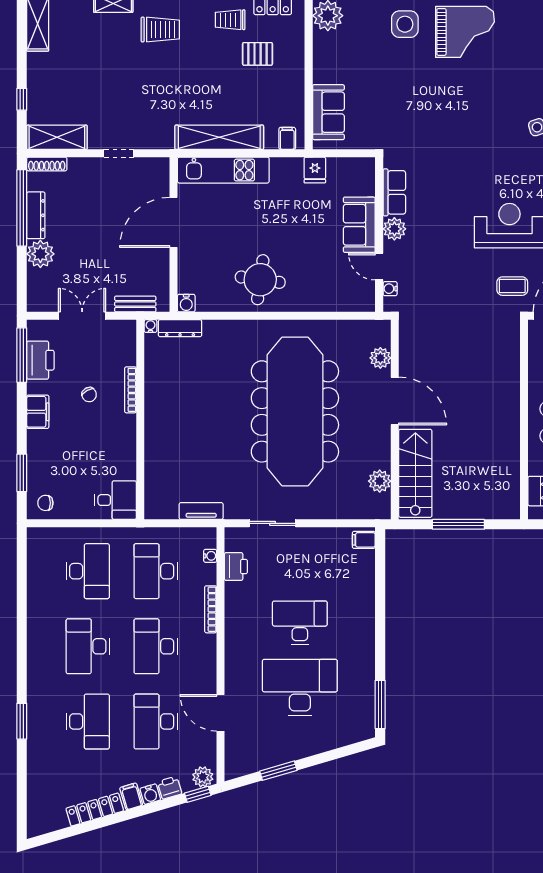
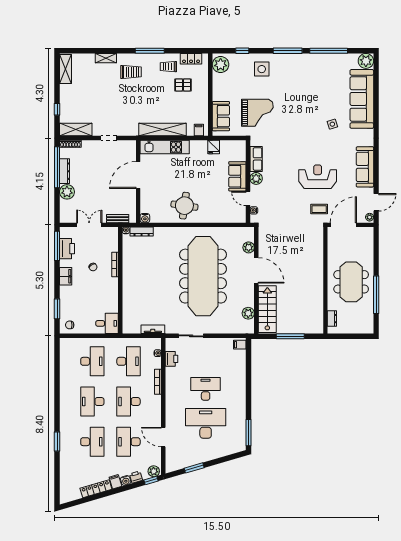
grand piano: (465, 32) -> (257, 113), moved
desk: (156, 571) -> (128, 361), turned 180

